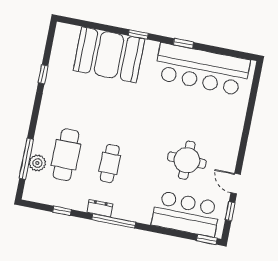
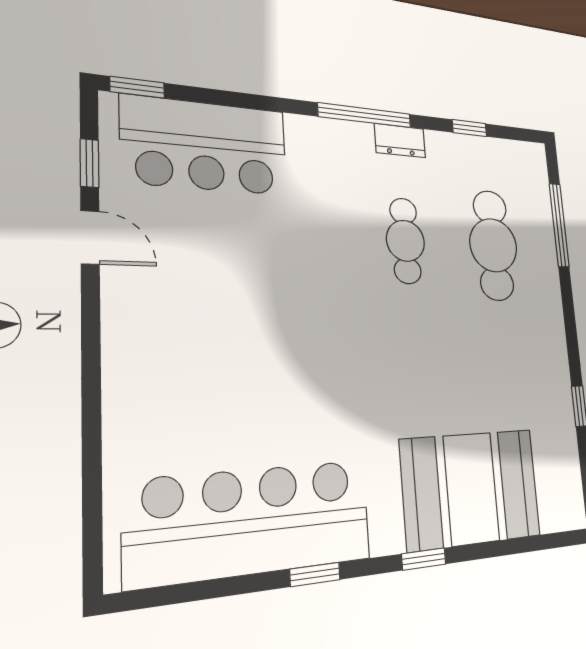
round table: (187, 160) -> (235, 277), removed
plant: (37, 163) -> (539, 220), removed

